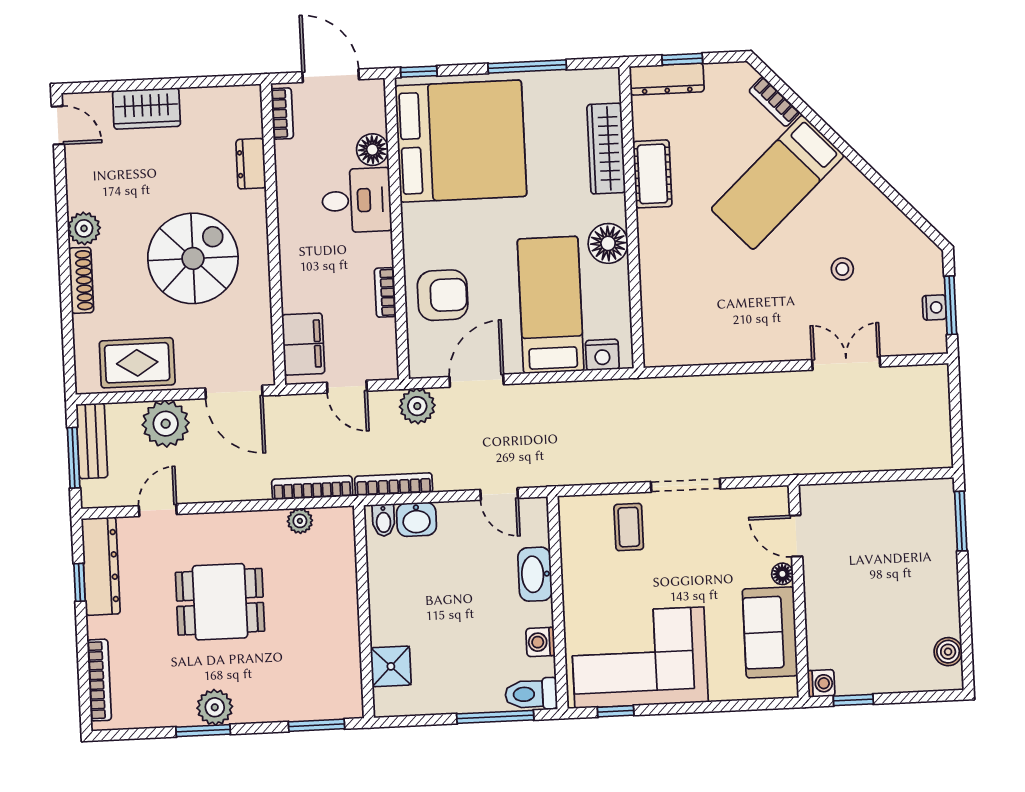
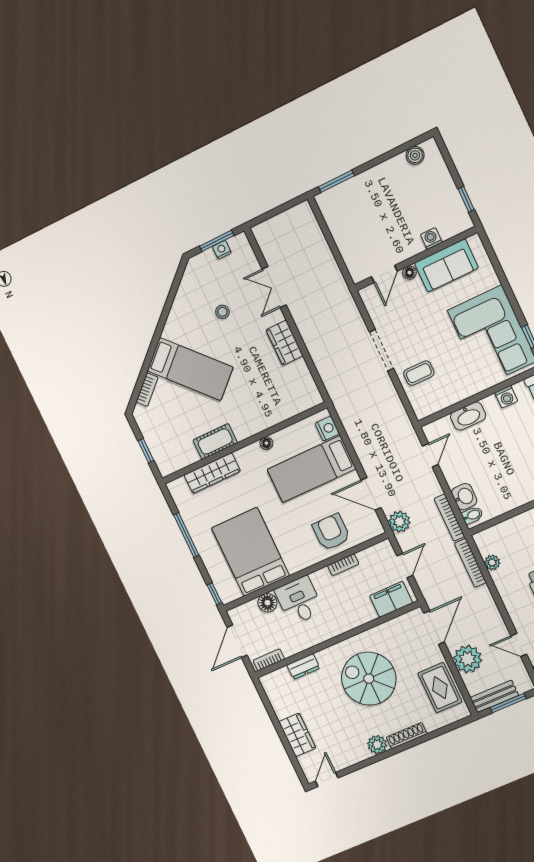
dresser: (667, 79) -> (160, 455), removed
bed: (461, 141) -> (251, 552), width x0.73
floor lamp: (608, 243) -> (266, 443), width x0.53, depth x0.53
wardrobe: (757, 344) -> (285, 343), added
washing machine: (821, 683) -> (431, 238), moved

